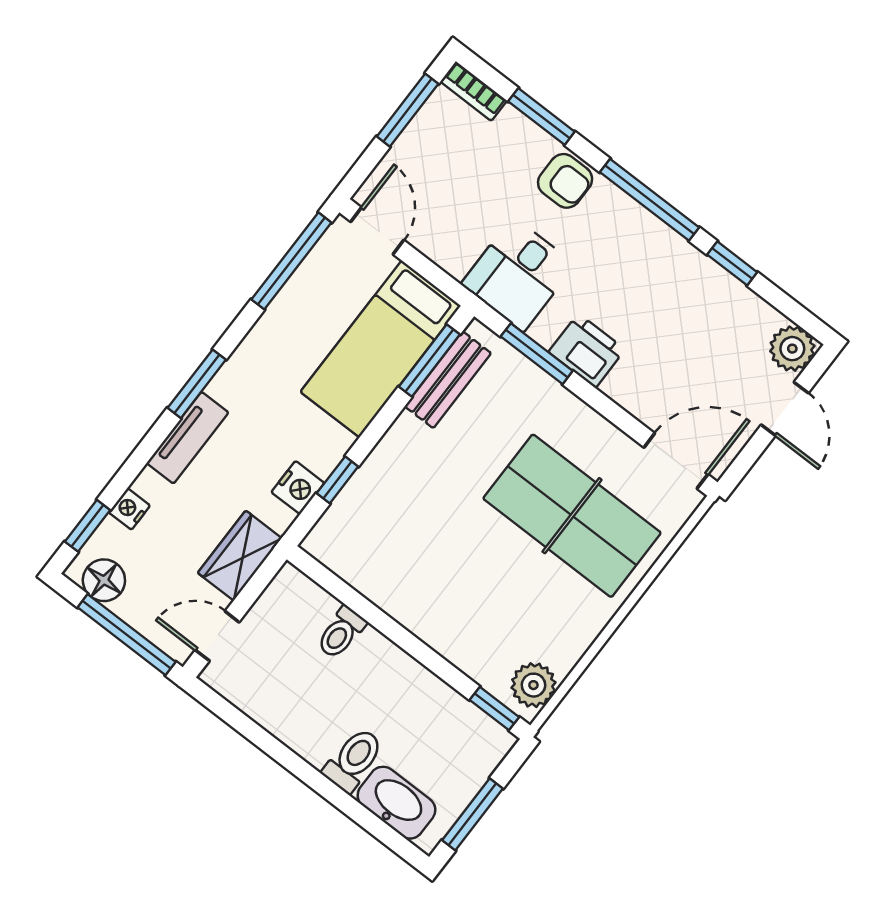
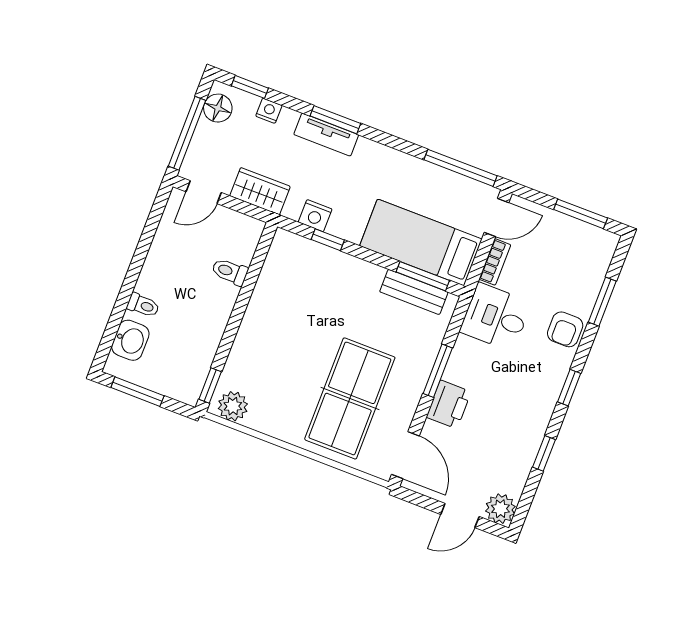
bookcase: (474, 91) -> (495, 262), moved, turned 180
window: (650, 200) -> (569, 388), width x0.46
printer: (587, 351) -> (449, 404), moved
window: (537, 354) -> (438, 371), moved
window: (197, 384) -> (335, 120), moved
door: (217, 636) -> (204, 192), swing flipped
toilet: (354, 760) -> (143, 305), width x0.73, depth x0.72
washbasin: (396, 803) -> (130, 340), width x0.72

